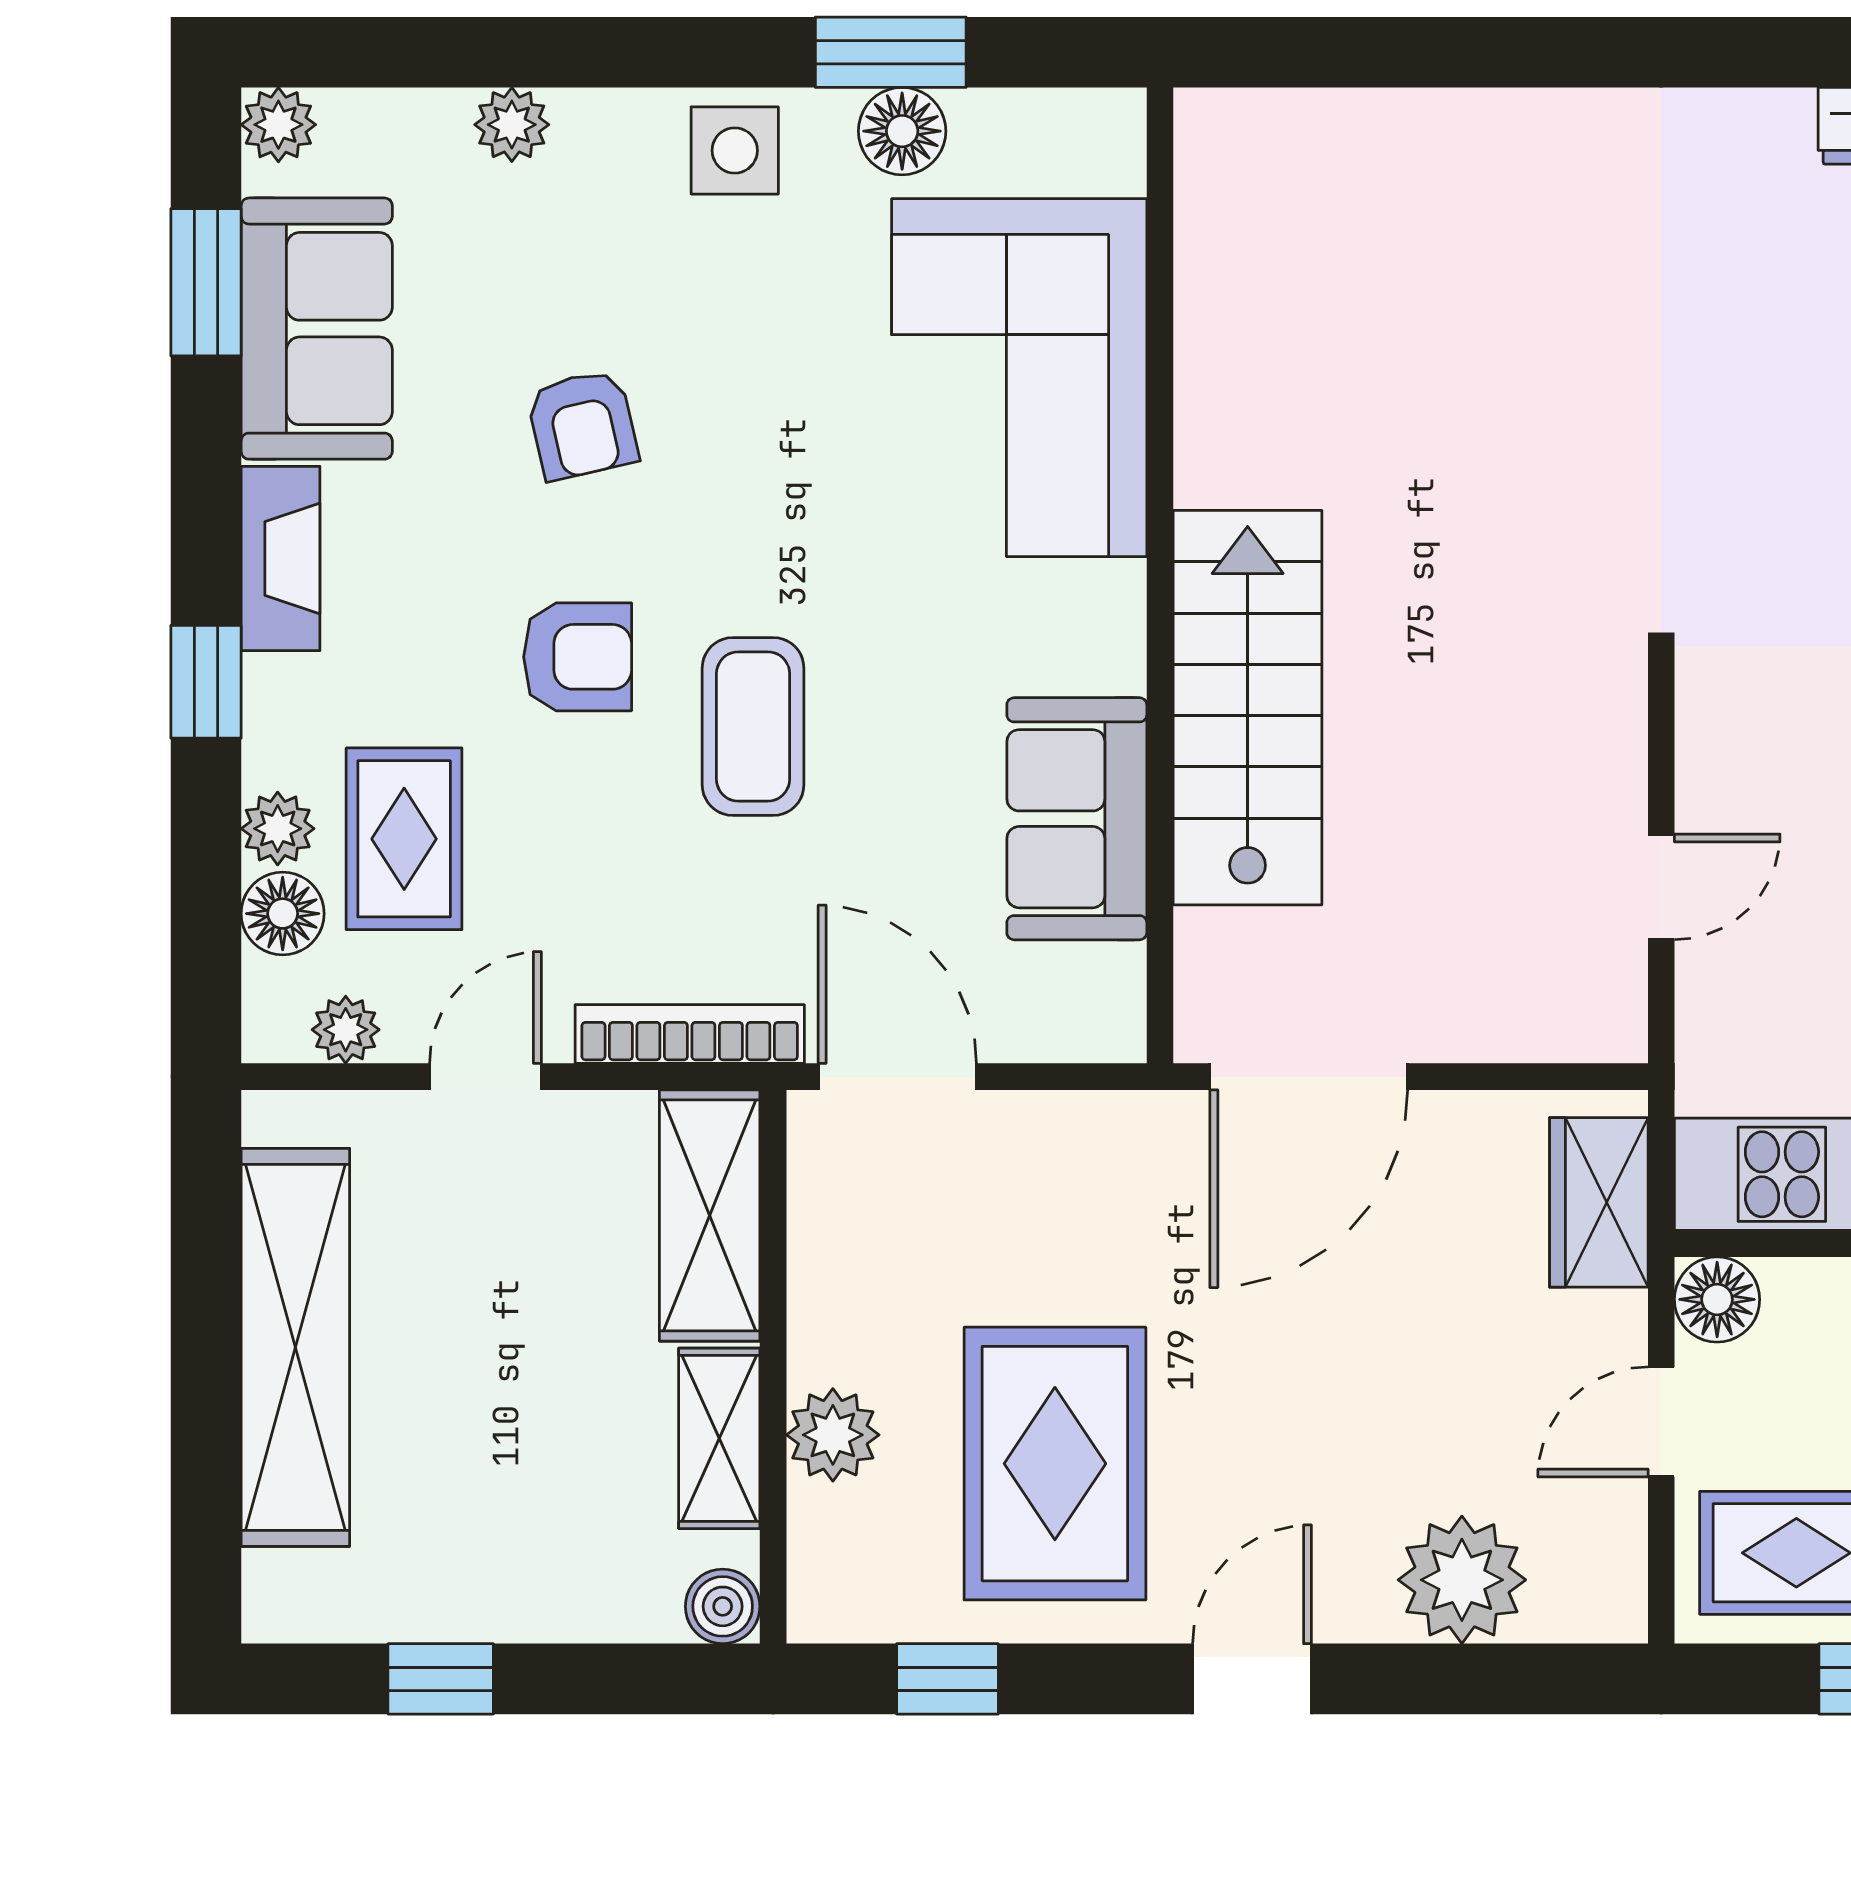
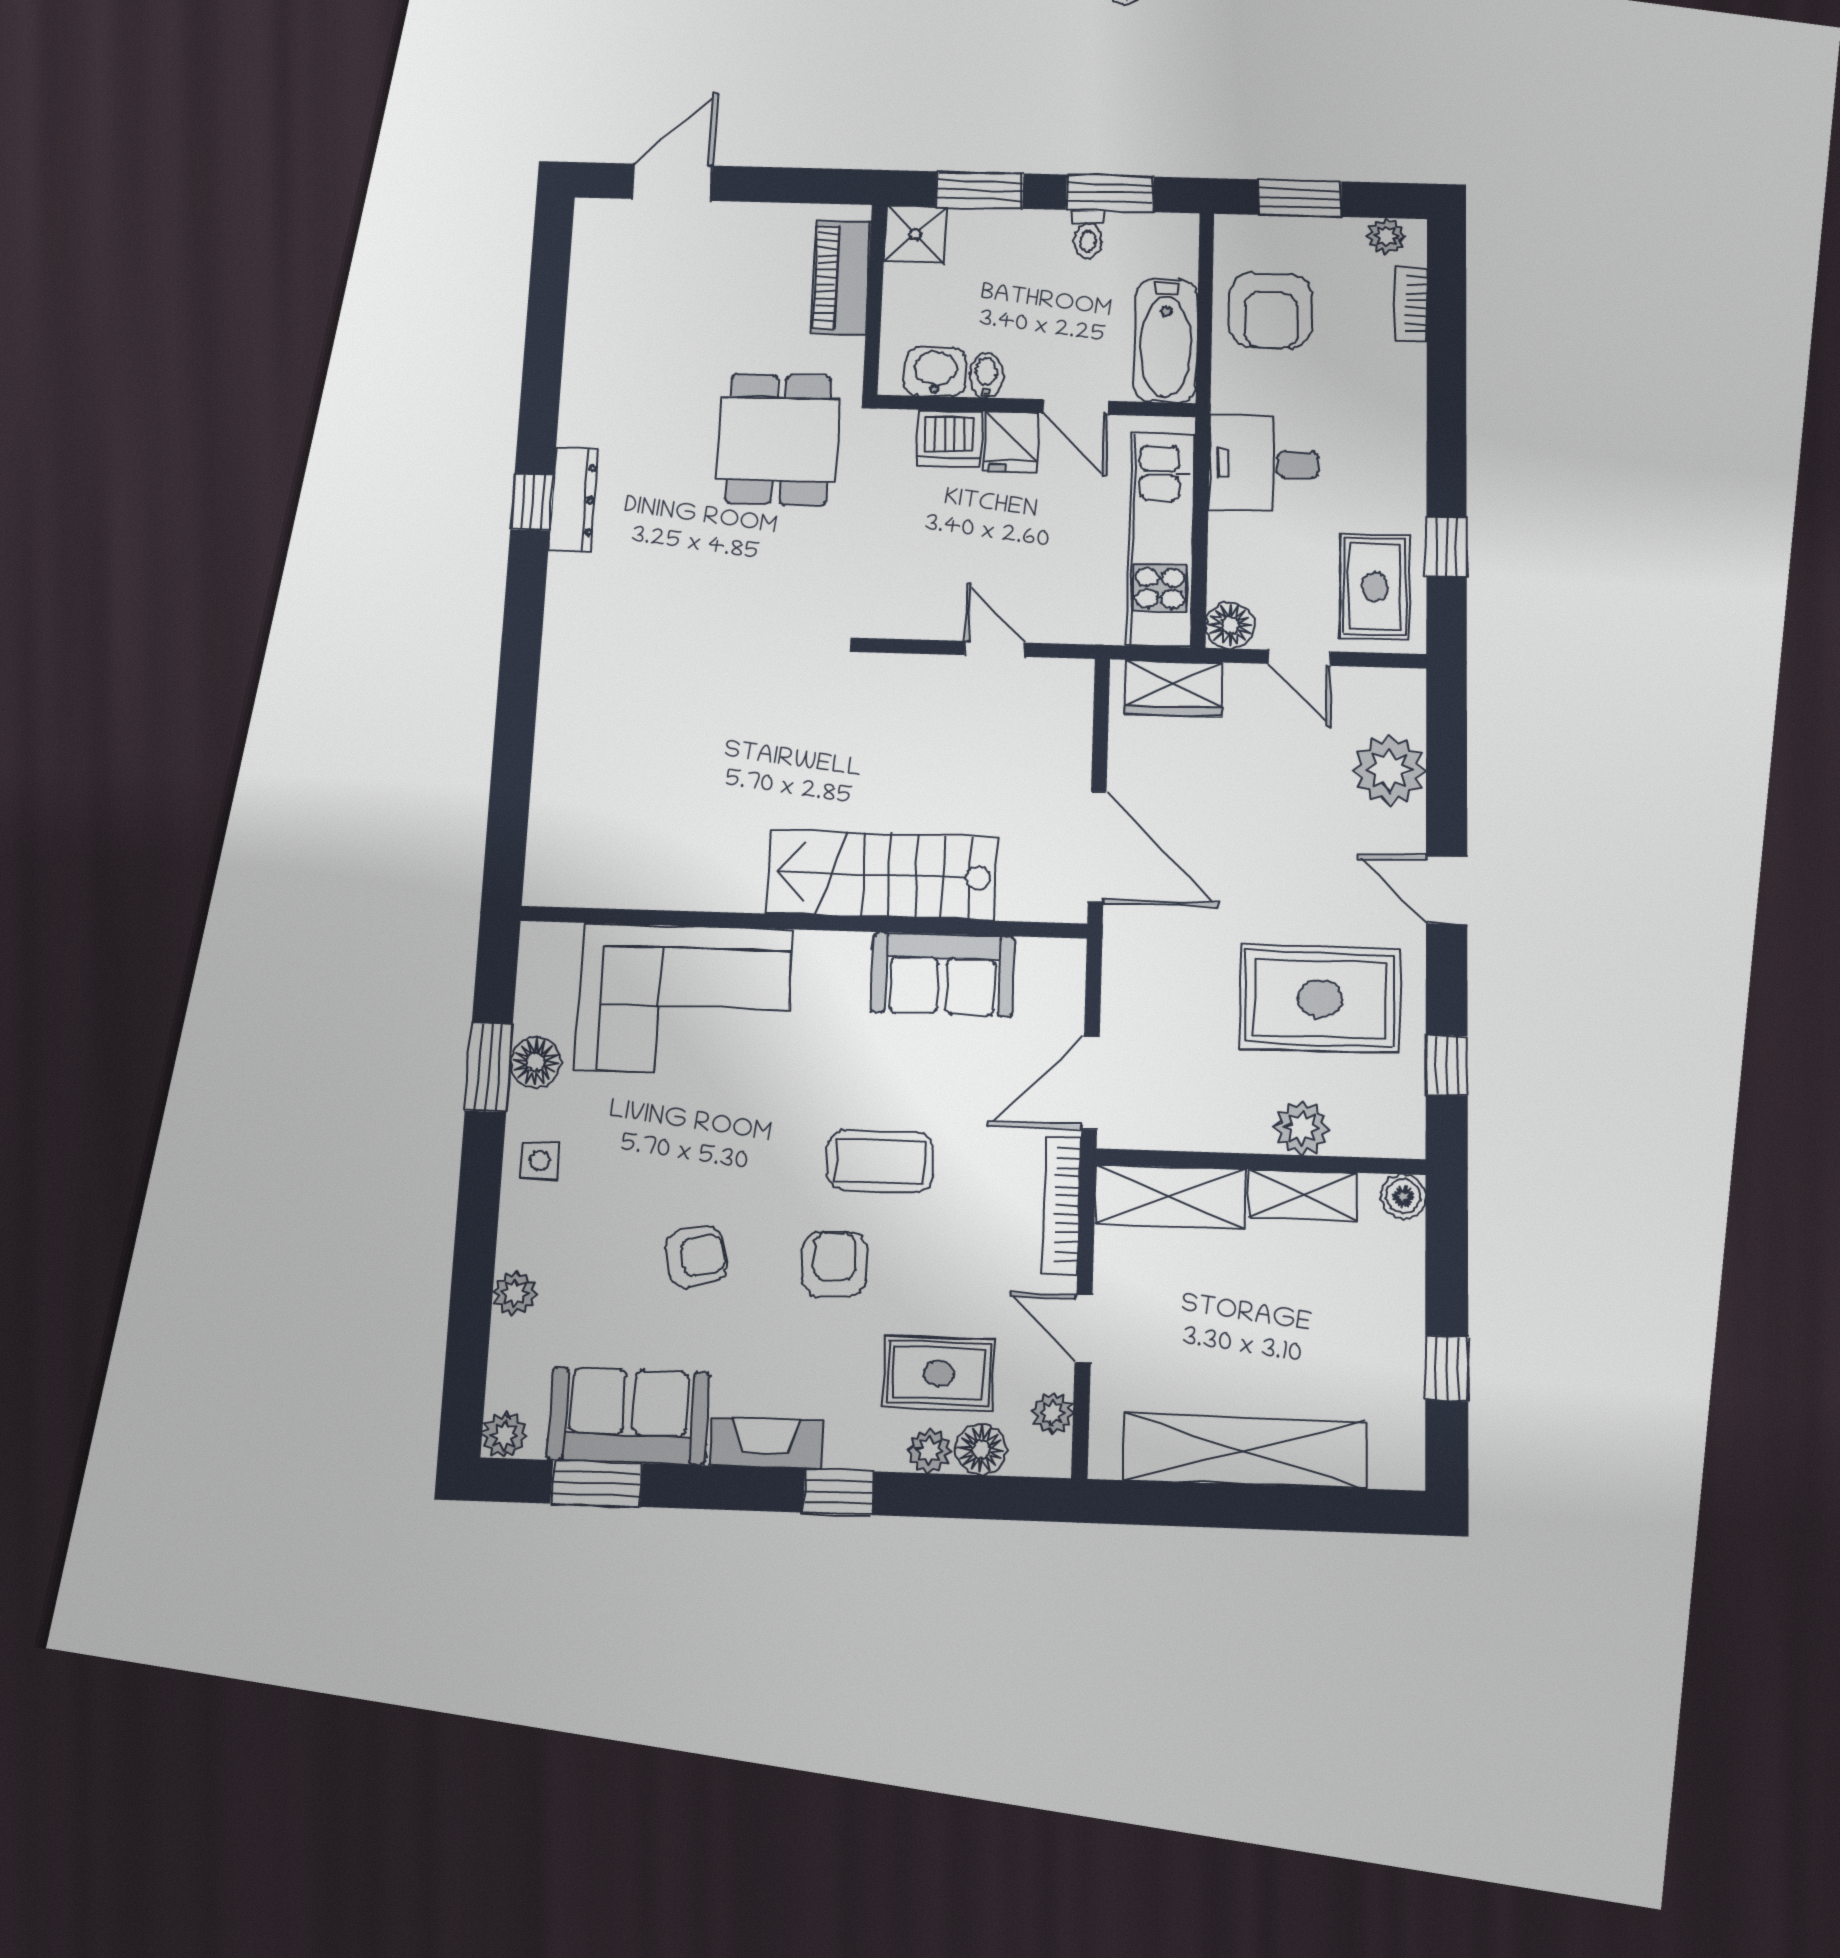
side table: (735, 150) -> (540, 1161), width x0.73, depth x0.73

